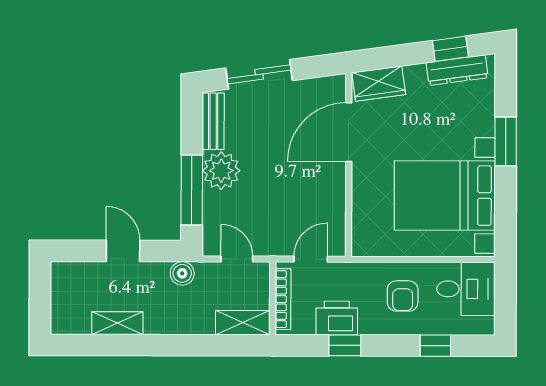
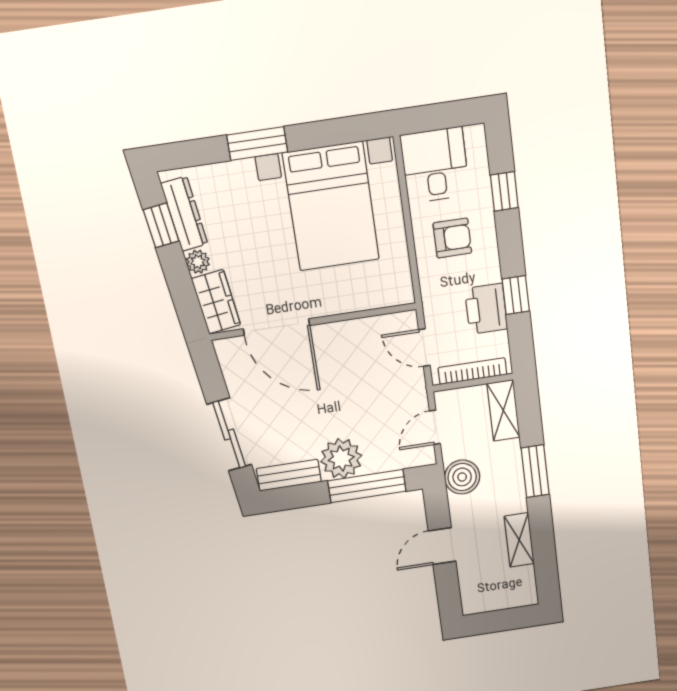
plant: (415, 74) -> (198, 262), added
boiler: (182, 273) -> (462, 477), width x1.36, depth x1.36
window: (181, 345) -> (535, 471), added

